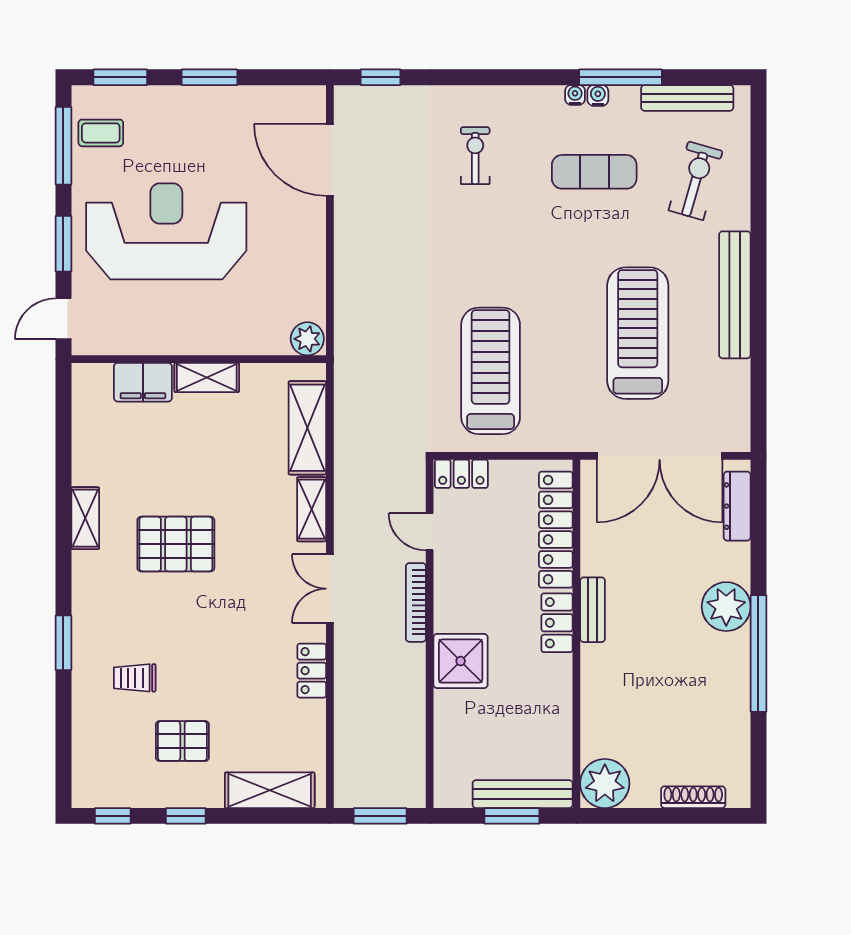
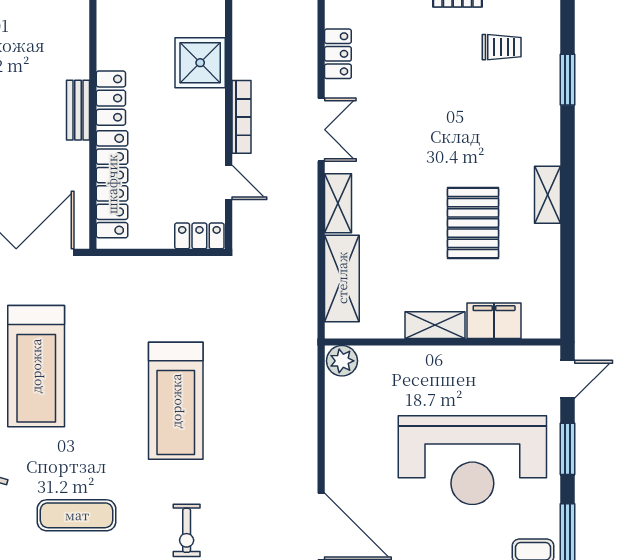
treadmill: (491, 371) -> (176, 401), moved
pallet: (176, 544) -> (473, 223), moved, turned 90

